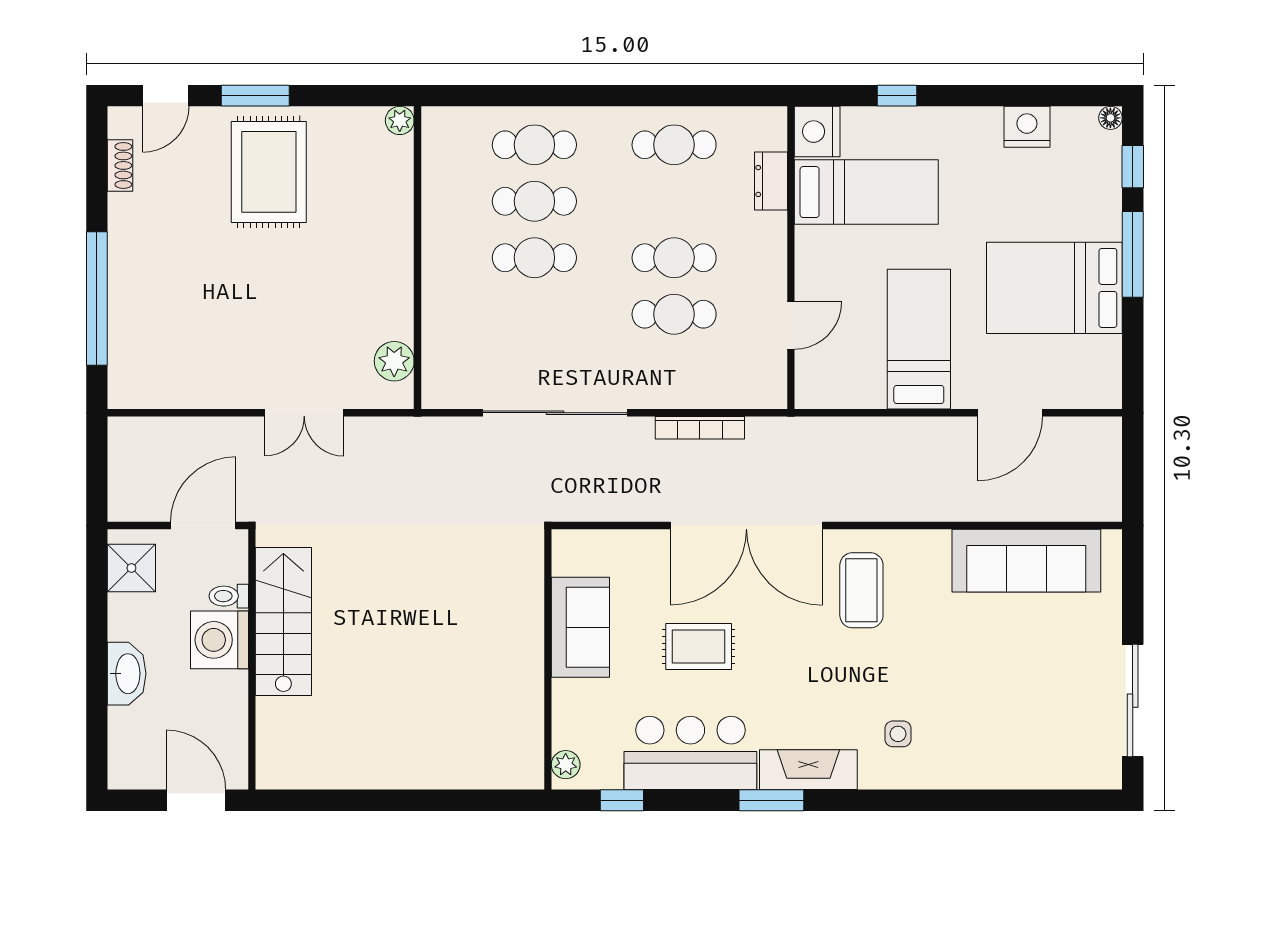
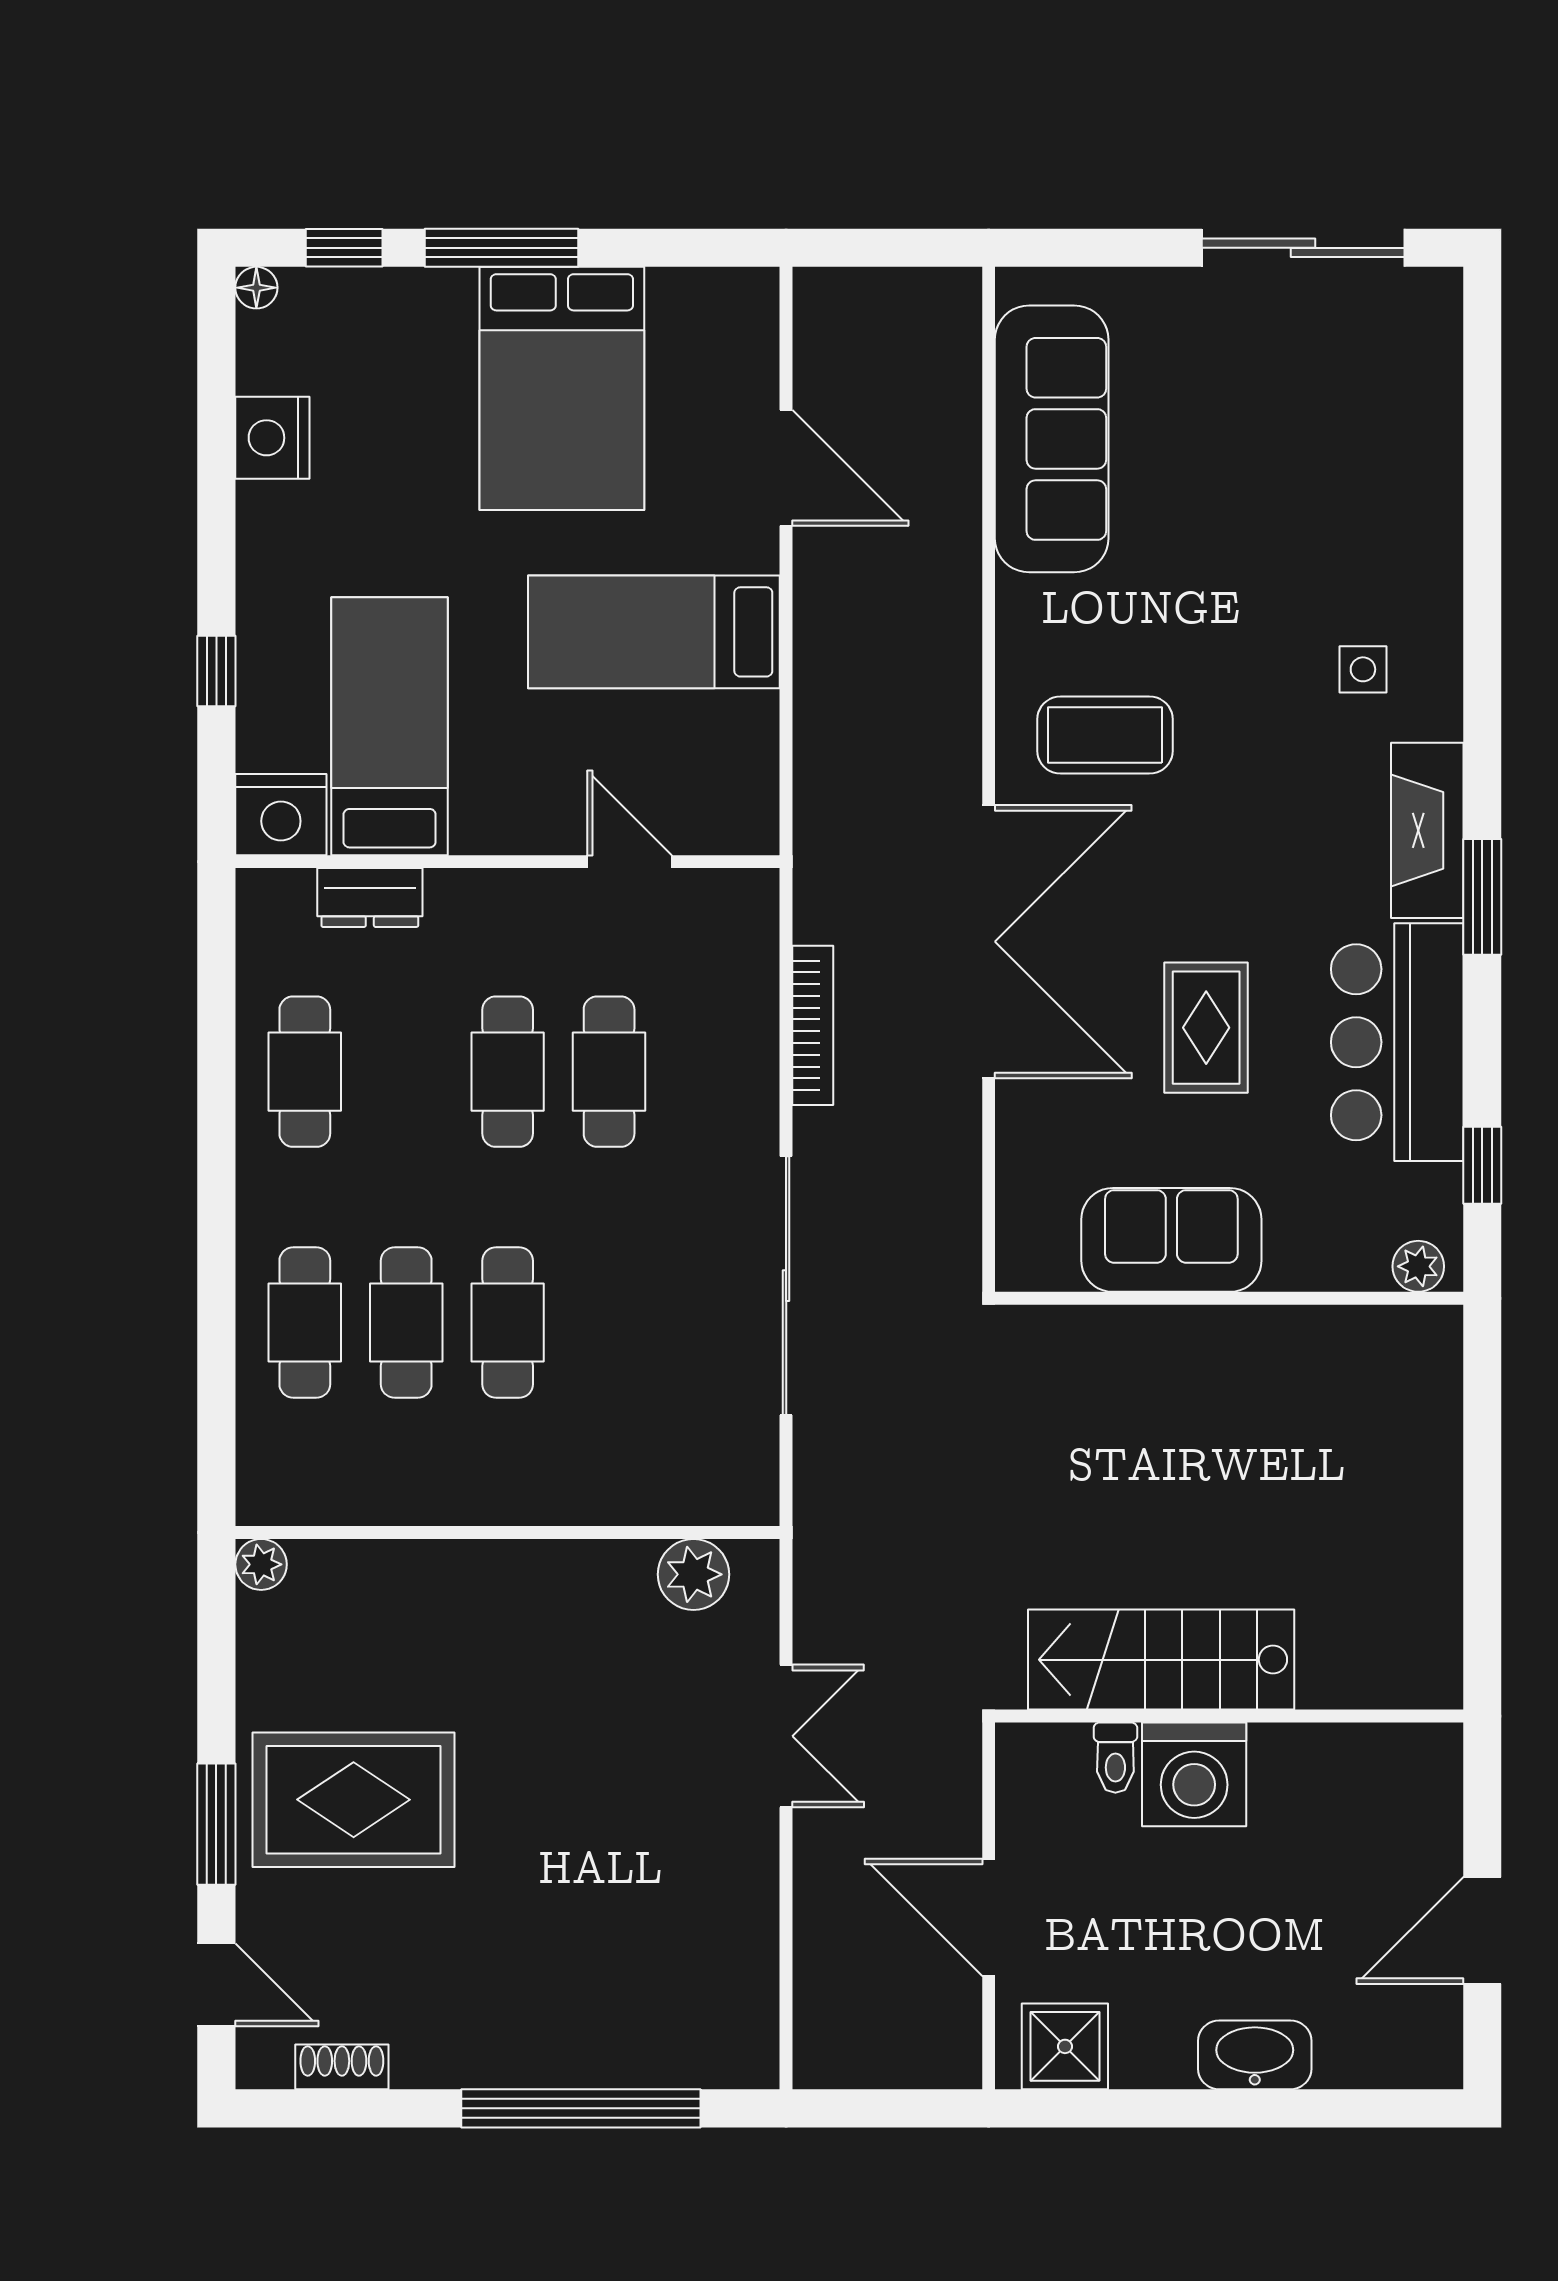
toilet: (229, 596) -> (1115, 1758), moved
stairs: (283, 622) -> (1161, 1660), moved
washing machine: (219, 640) -> (1194, 1774), moved
wall: (252, 659) -> (1229, 1716), moved

